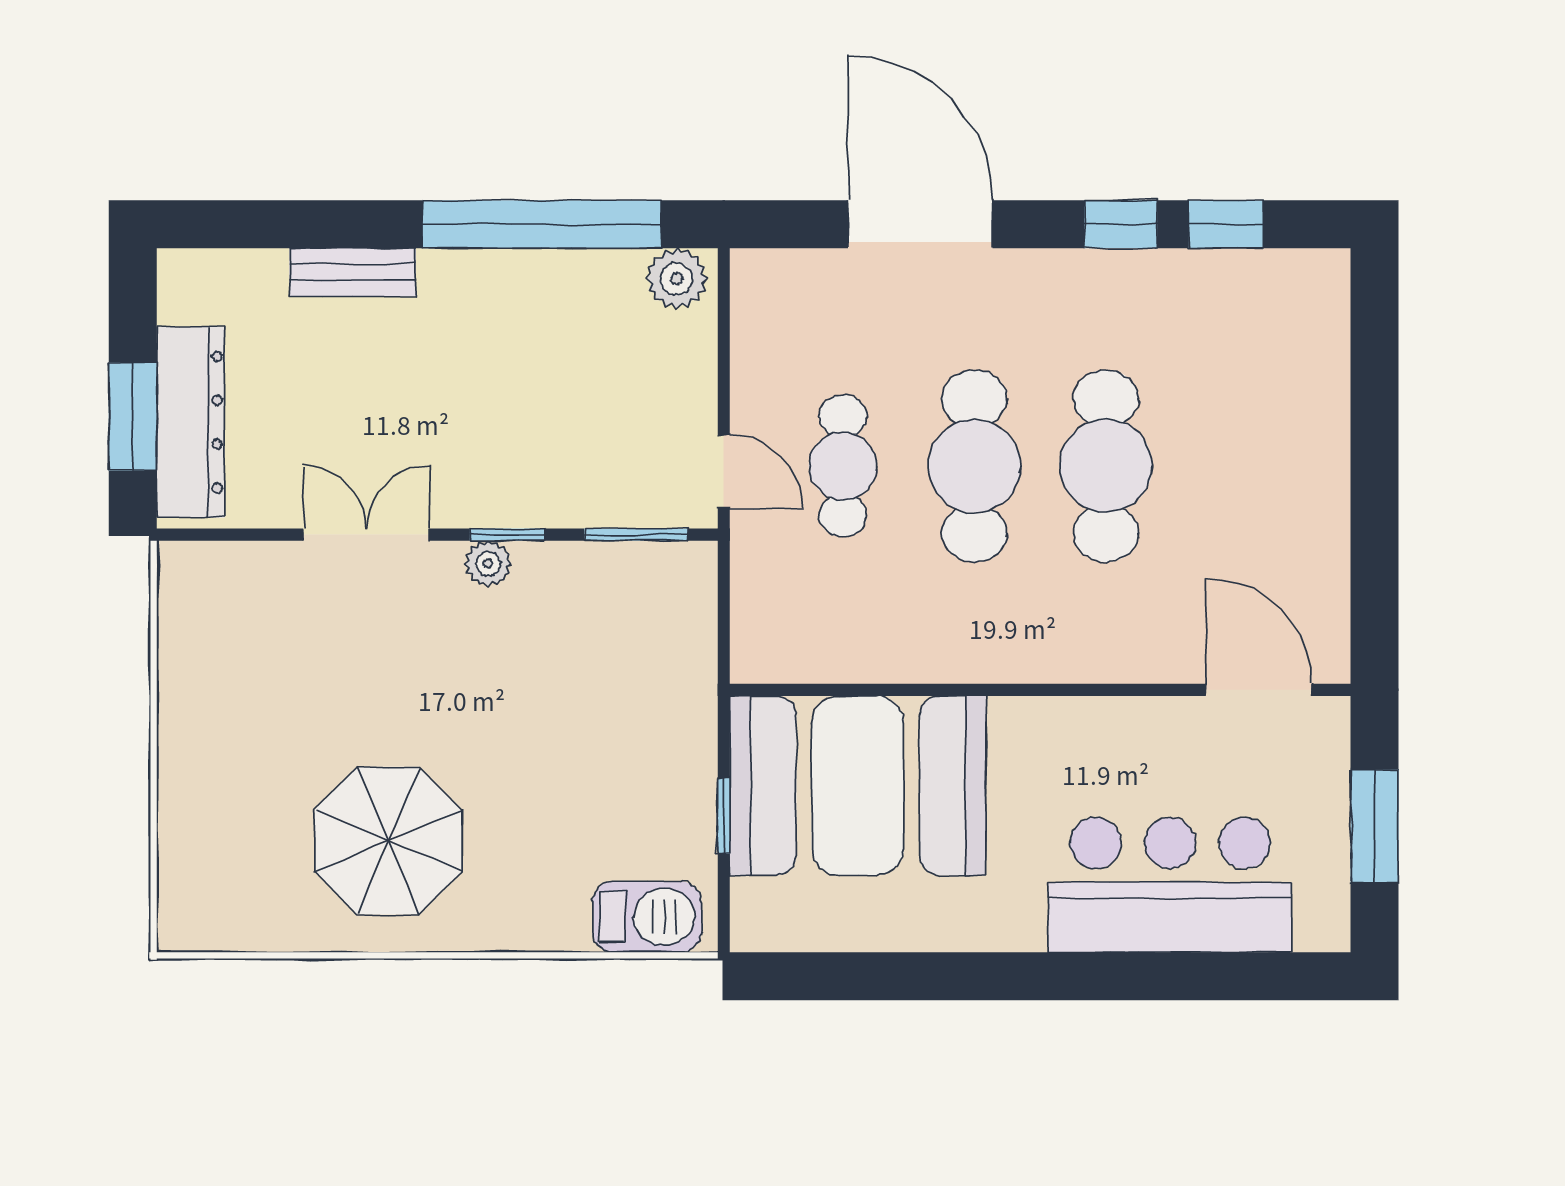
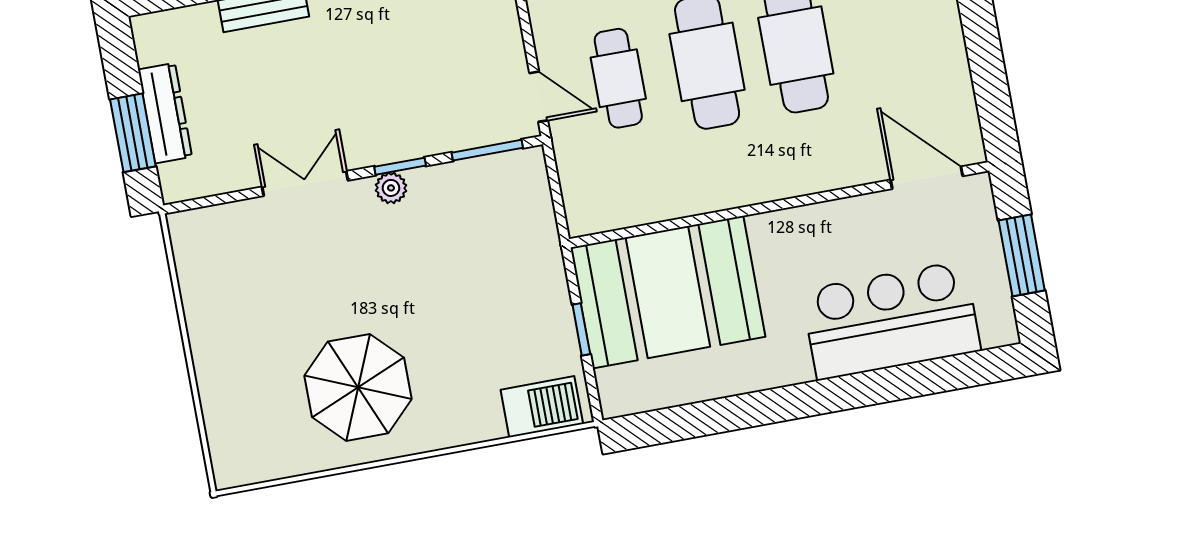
dresser: (191, 422) -> (165, 113), width x0.73, depth x0.80

